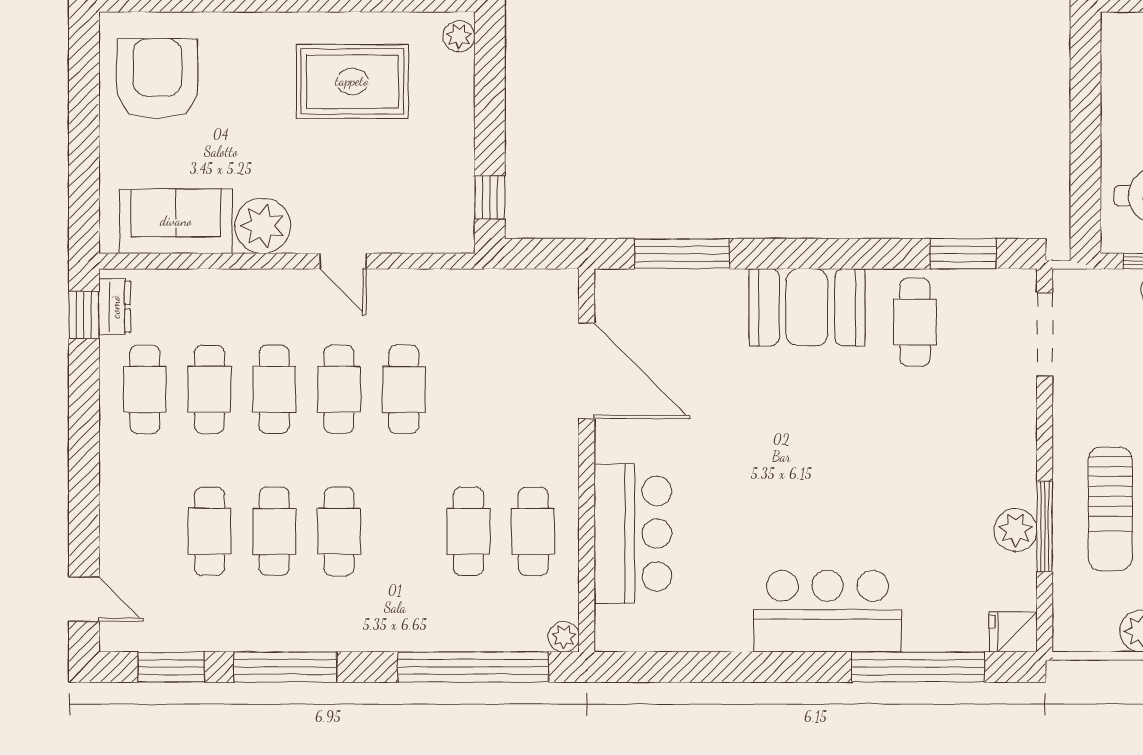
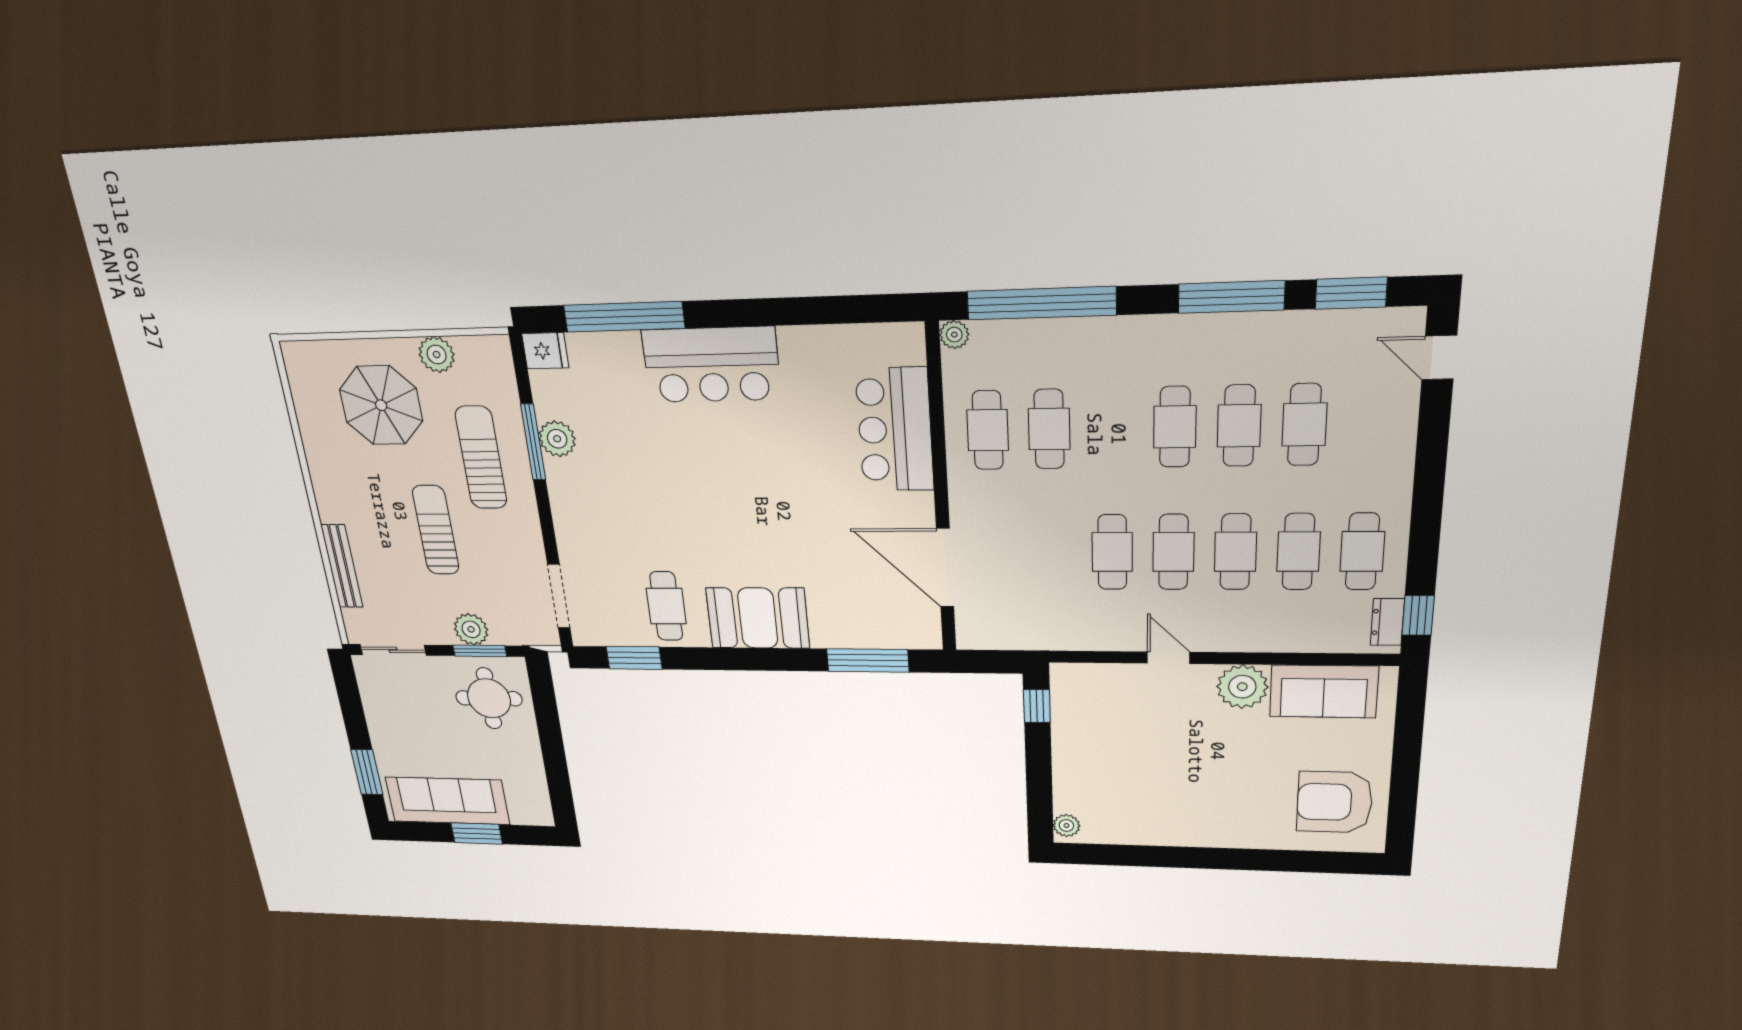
armchair: (157, 79) -> (1335, 802), turned 90
rug: (352, 81) -> (1159, 795), removed

